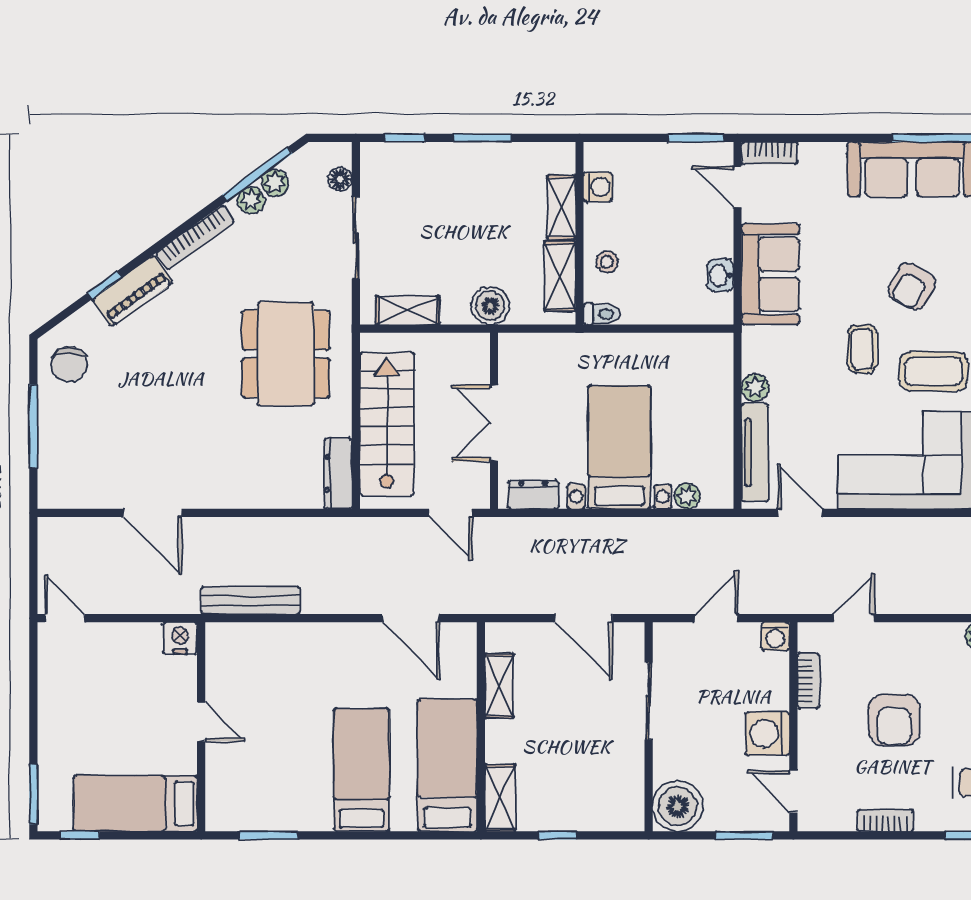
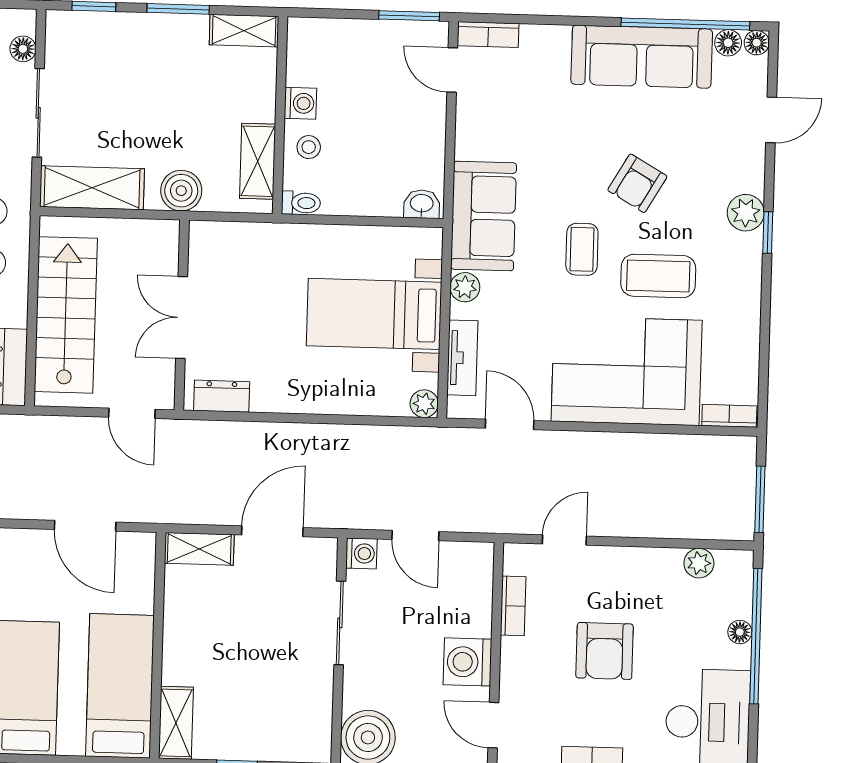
washing machine: (598, 187) -> (300, 103), moved
shelving: (561, 207) -> (244, 31), moved, turned 90
sofa: (770, 274) -> (484, 216), moved
washbasin: (720, 275) -> (422, 204), moved, turned 90
shelving: (408, 310) -> (92, 188), width x1.50, depth x1.33
bed with nightstands: (619, 447) -> (374, 314), moved, turned -90
tv unit: (755, 453) -> (462, 358), width x0.71
plant: (687, 496) -> (424, 404), moved
door: (584, 618) -> (272, 531), swing flipped
door: (716, 618) -> (415, 536), swing flipped
washing machine: (775, 636) -> (361, 553), moved, turned -90
shelving: (499, 686) -> (199, 549), moved, turned 90

